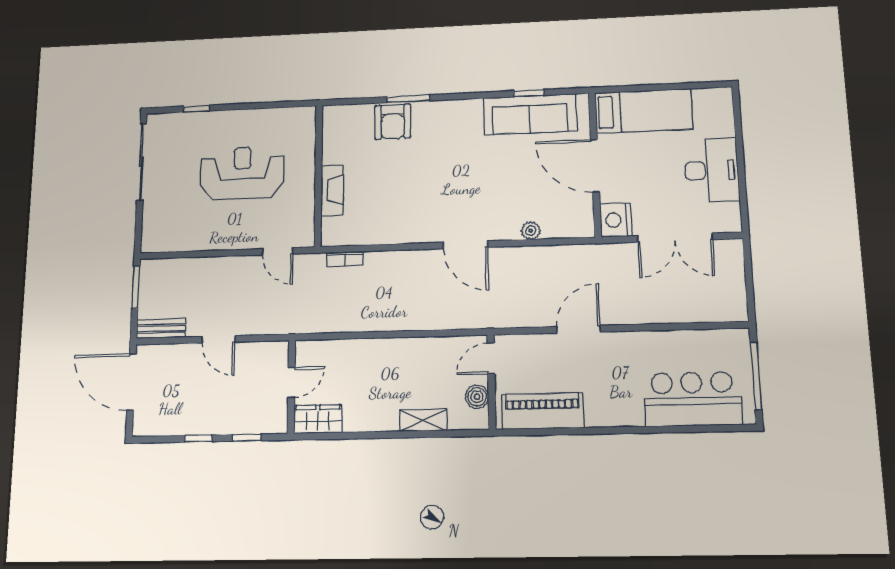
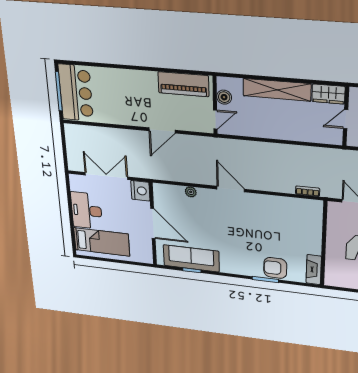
bed: (644, 111) -> (102, 242), moved, turned 180
armchair: (393, 122) -> (275, 268), turned -90
fireplace: (332, 190) -> (314, 270), moved
bar counter: (692, 399) -> (76, 93), moved, turned -90
shelving: (423, 420) -> (277, 90), width x2.20, depth x1.33

